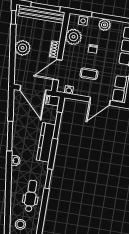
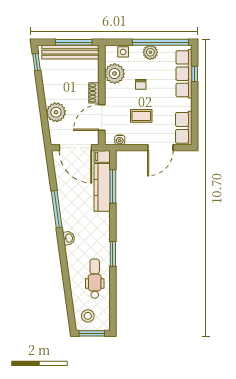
plant: (23, 48) -> (56, 112), moved
kitchen counter: (46, 142) -> (102, 187), moved

